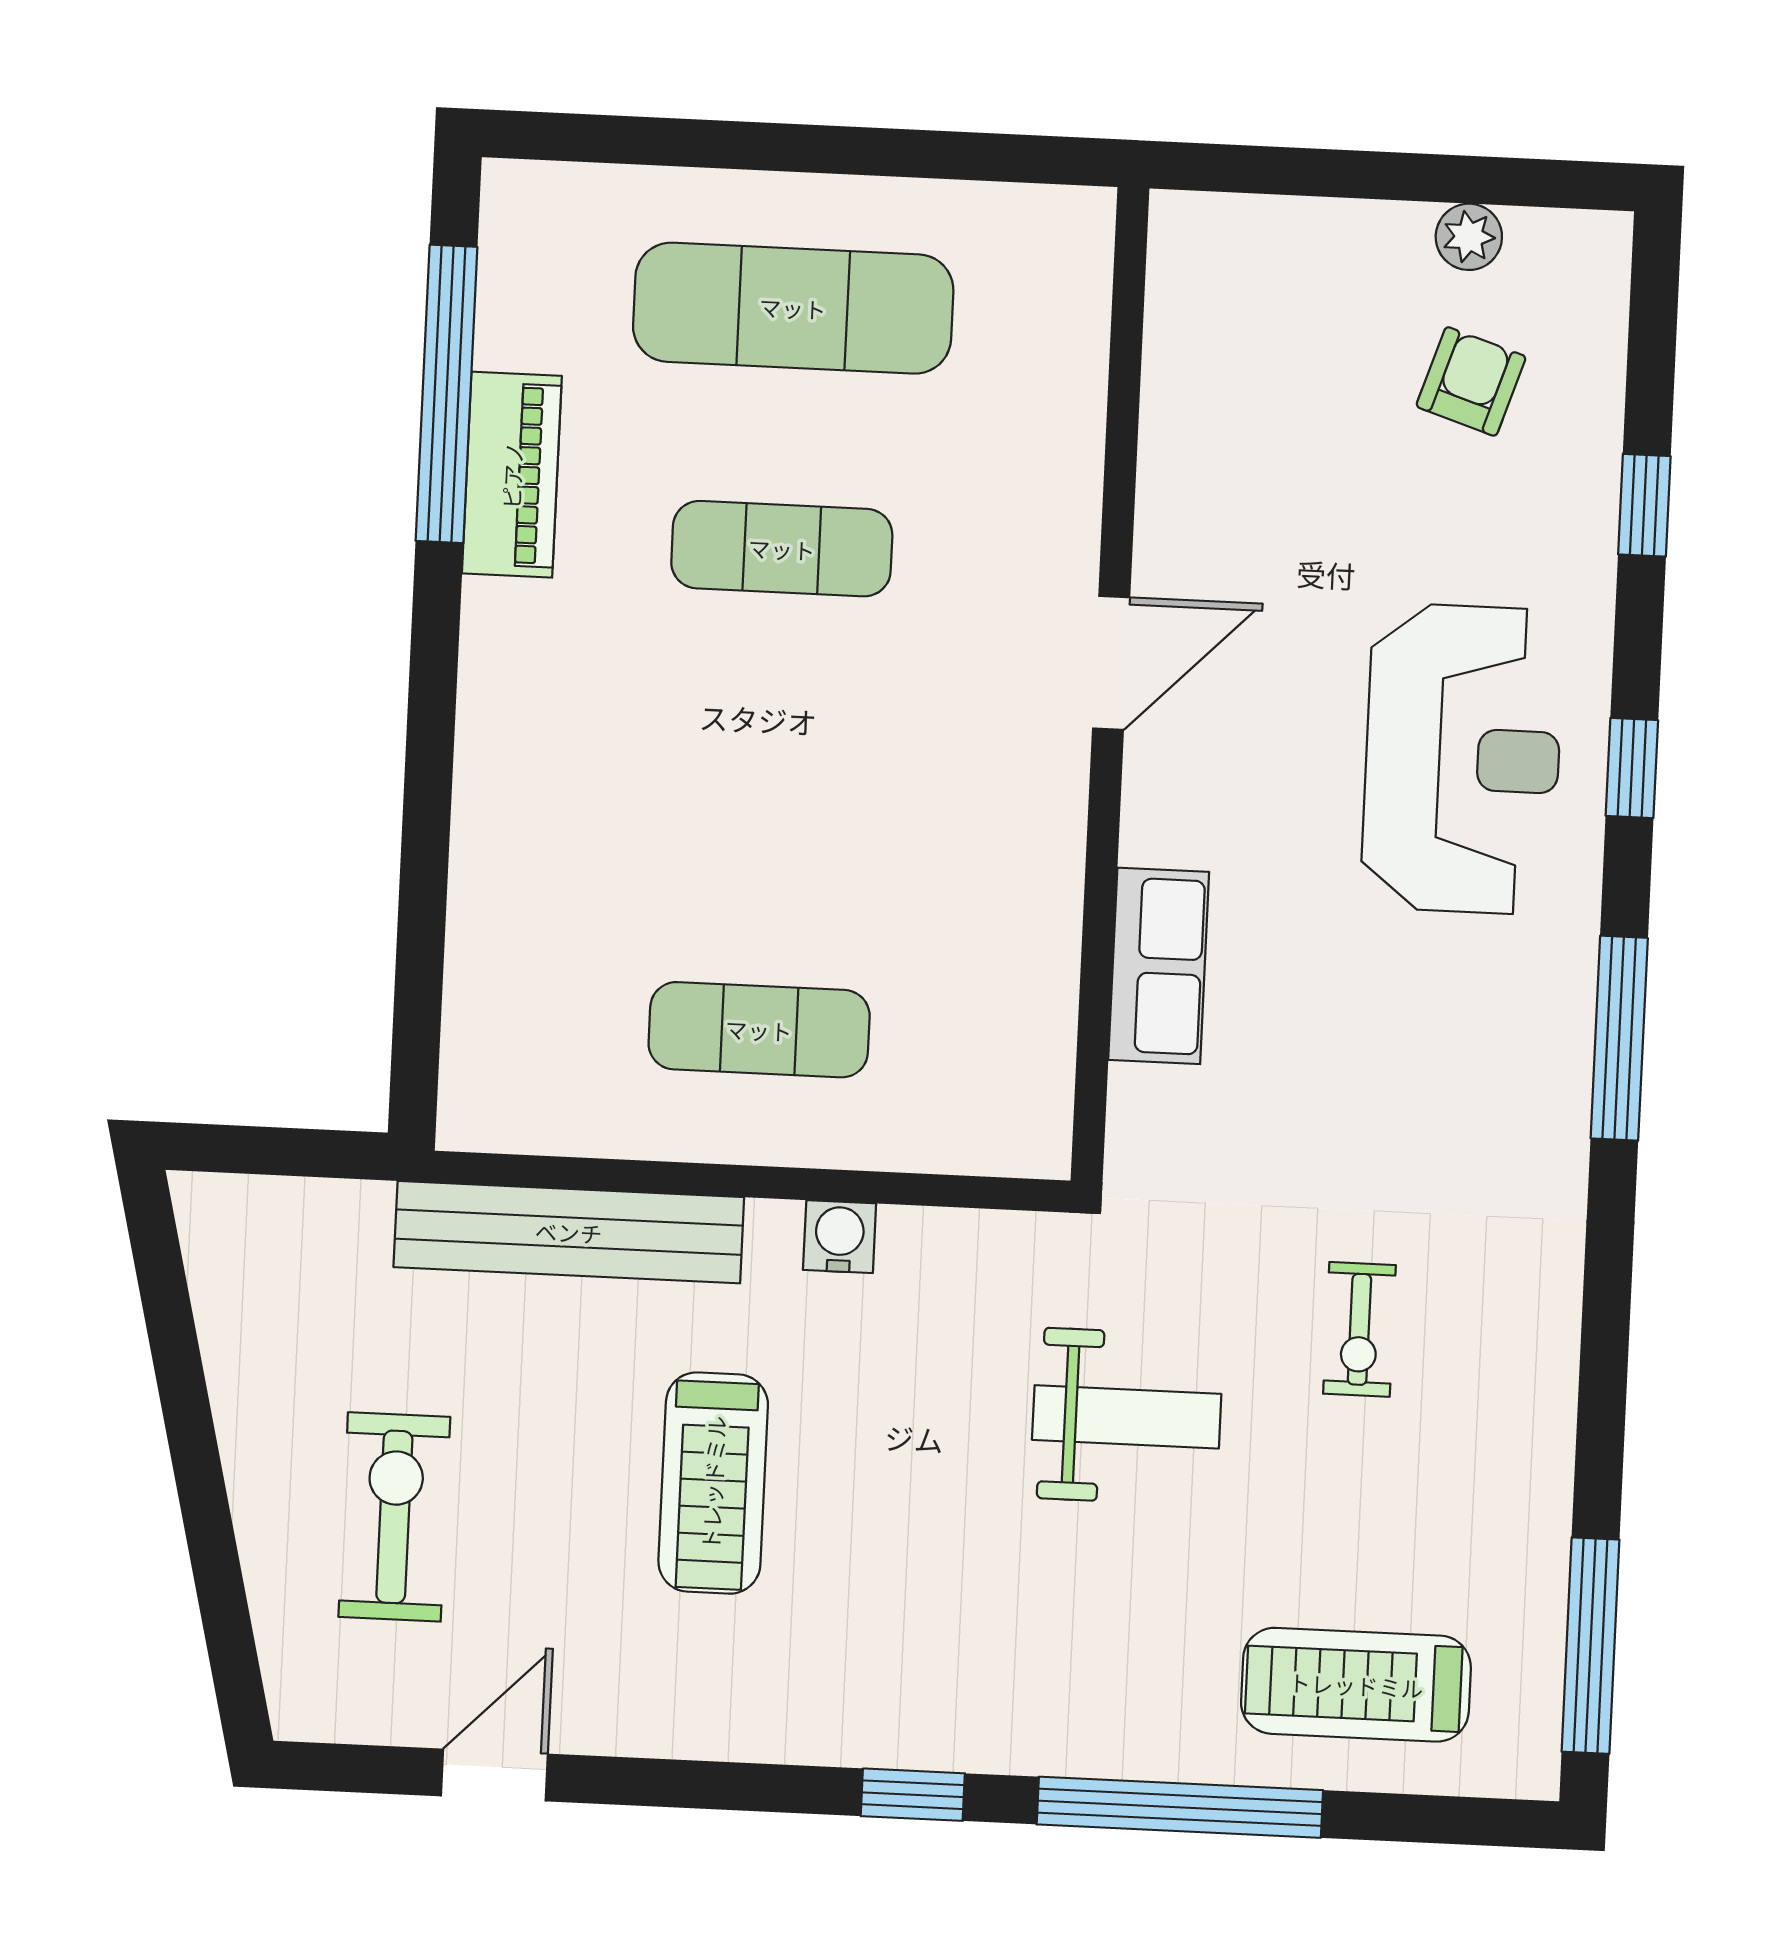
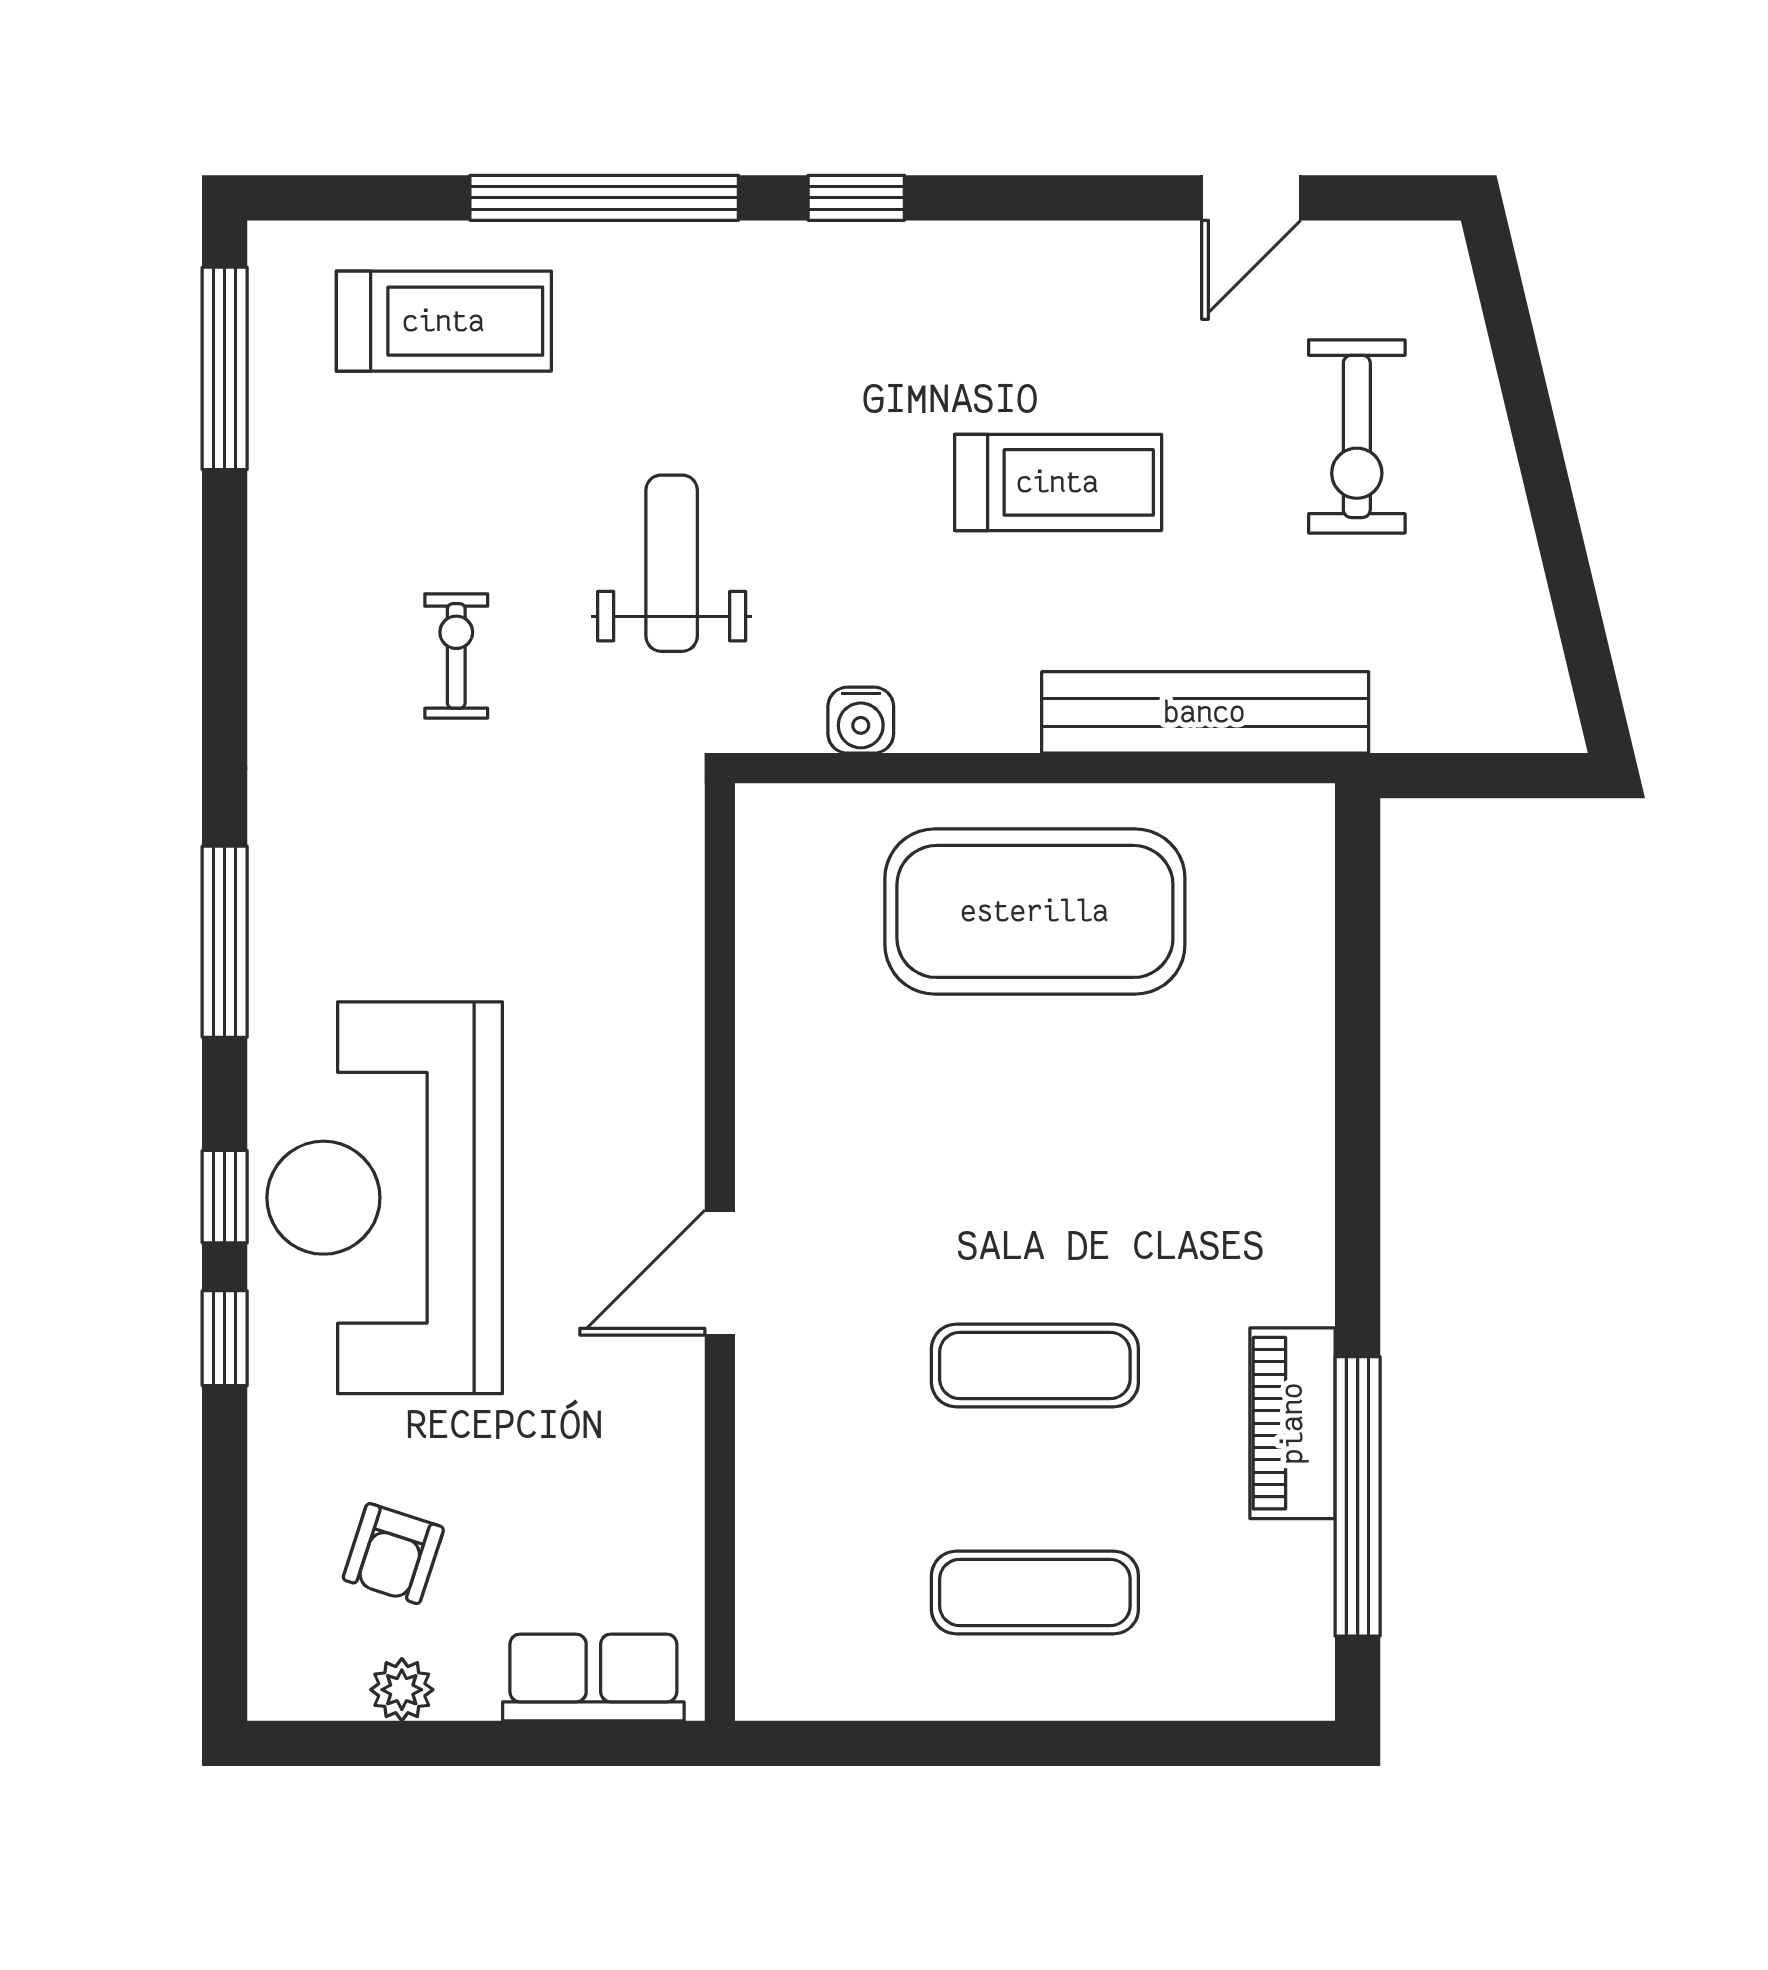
exercise mat: (793, 308) -> (1035, 1593), width x0.73, depth x0.69
window: (1644, 505) -> (225, 1338), moved
reception desk: (1462, 759) -> (385, 1198), width x1.36, depth x1.30
row of seats: (1159, 966) -> (593, 1678), moved, turned 90
exercise mat: (759, 1030) -> (1035, 911), width x2.00, depth x1.45
water cooler: (840, 1237) -> (861, 720), moved
weight bench: (1127, 1417) -> (672, 563), turned 90
treadmill: (713, 1483) -> (1058, 482), turned 90

